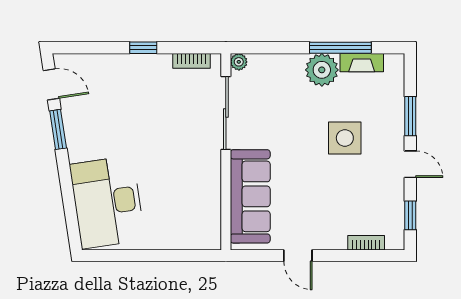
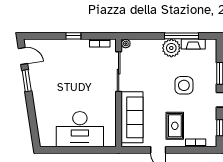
desk: (107, 202) -> (80, 129), moved, turned -81
rug: (328, 212) -> (175, 126), added

